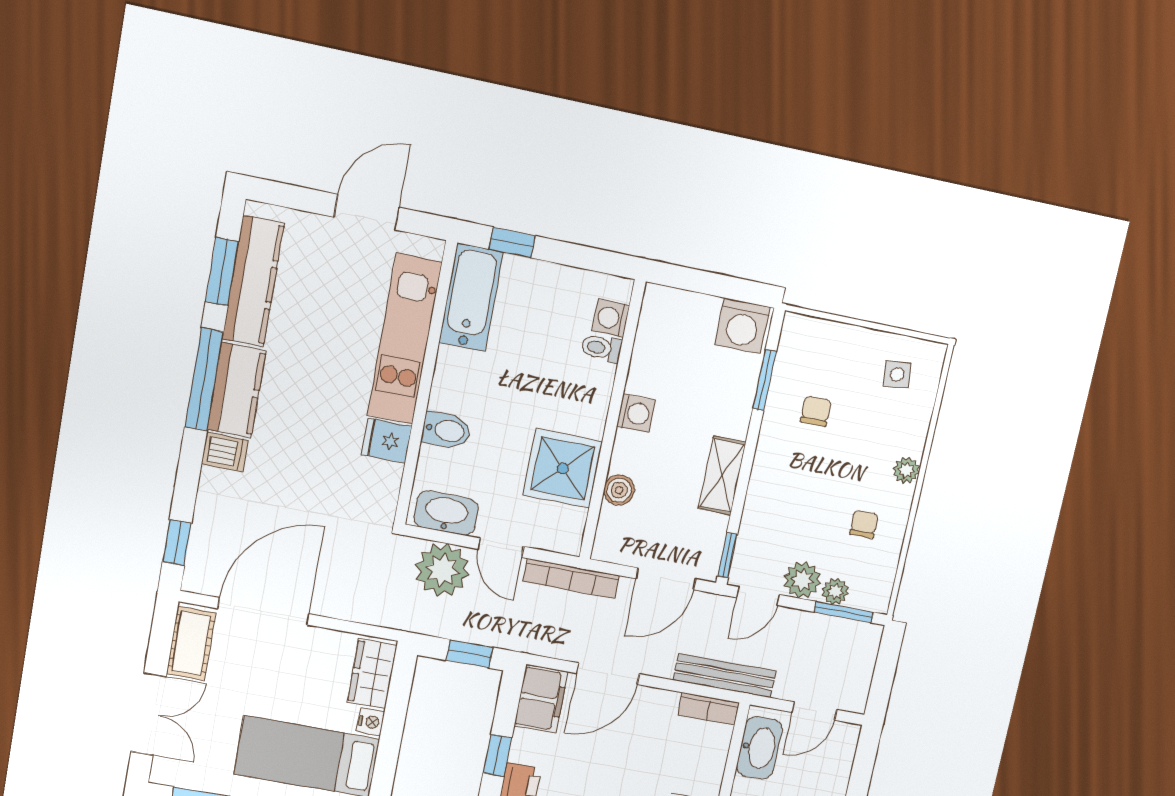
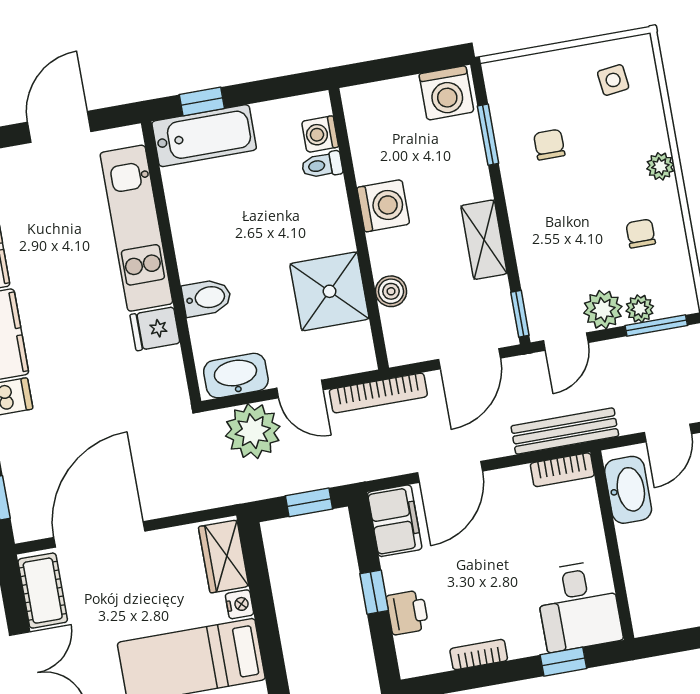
bathtub: (471, 298) -> (204, 136), moved, turned 90
washing machine: (636, 413) -> (383, 206), width x1.38, depth x1.38

